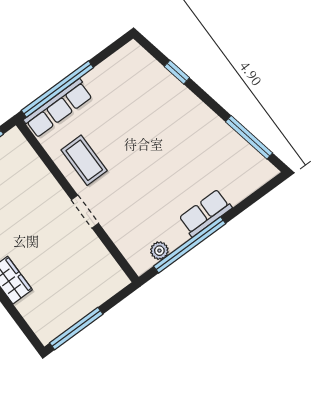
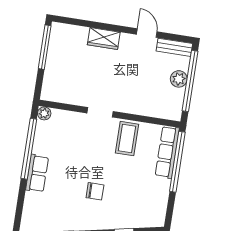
chair: (166, 140) -> (95, 191), added
coffee table: (84, 160) -> (127, 139), turned 90
plant: (159, 251) -> (44, 113), moved

